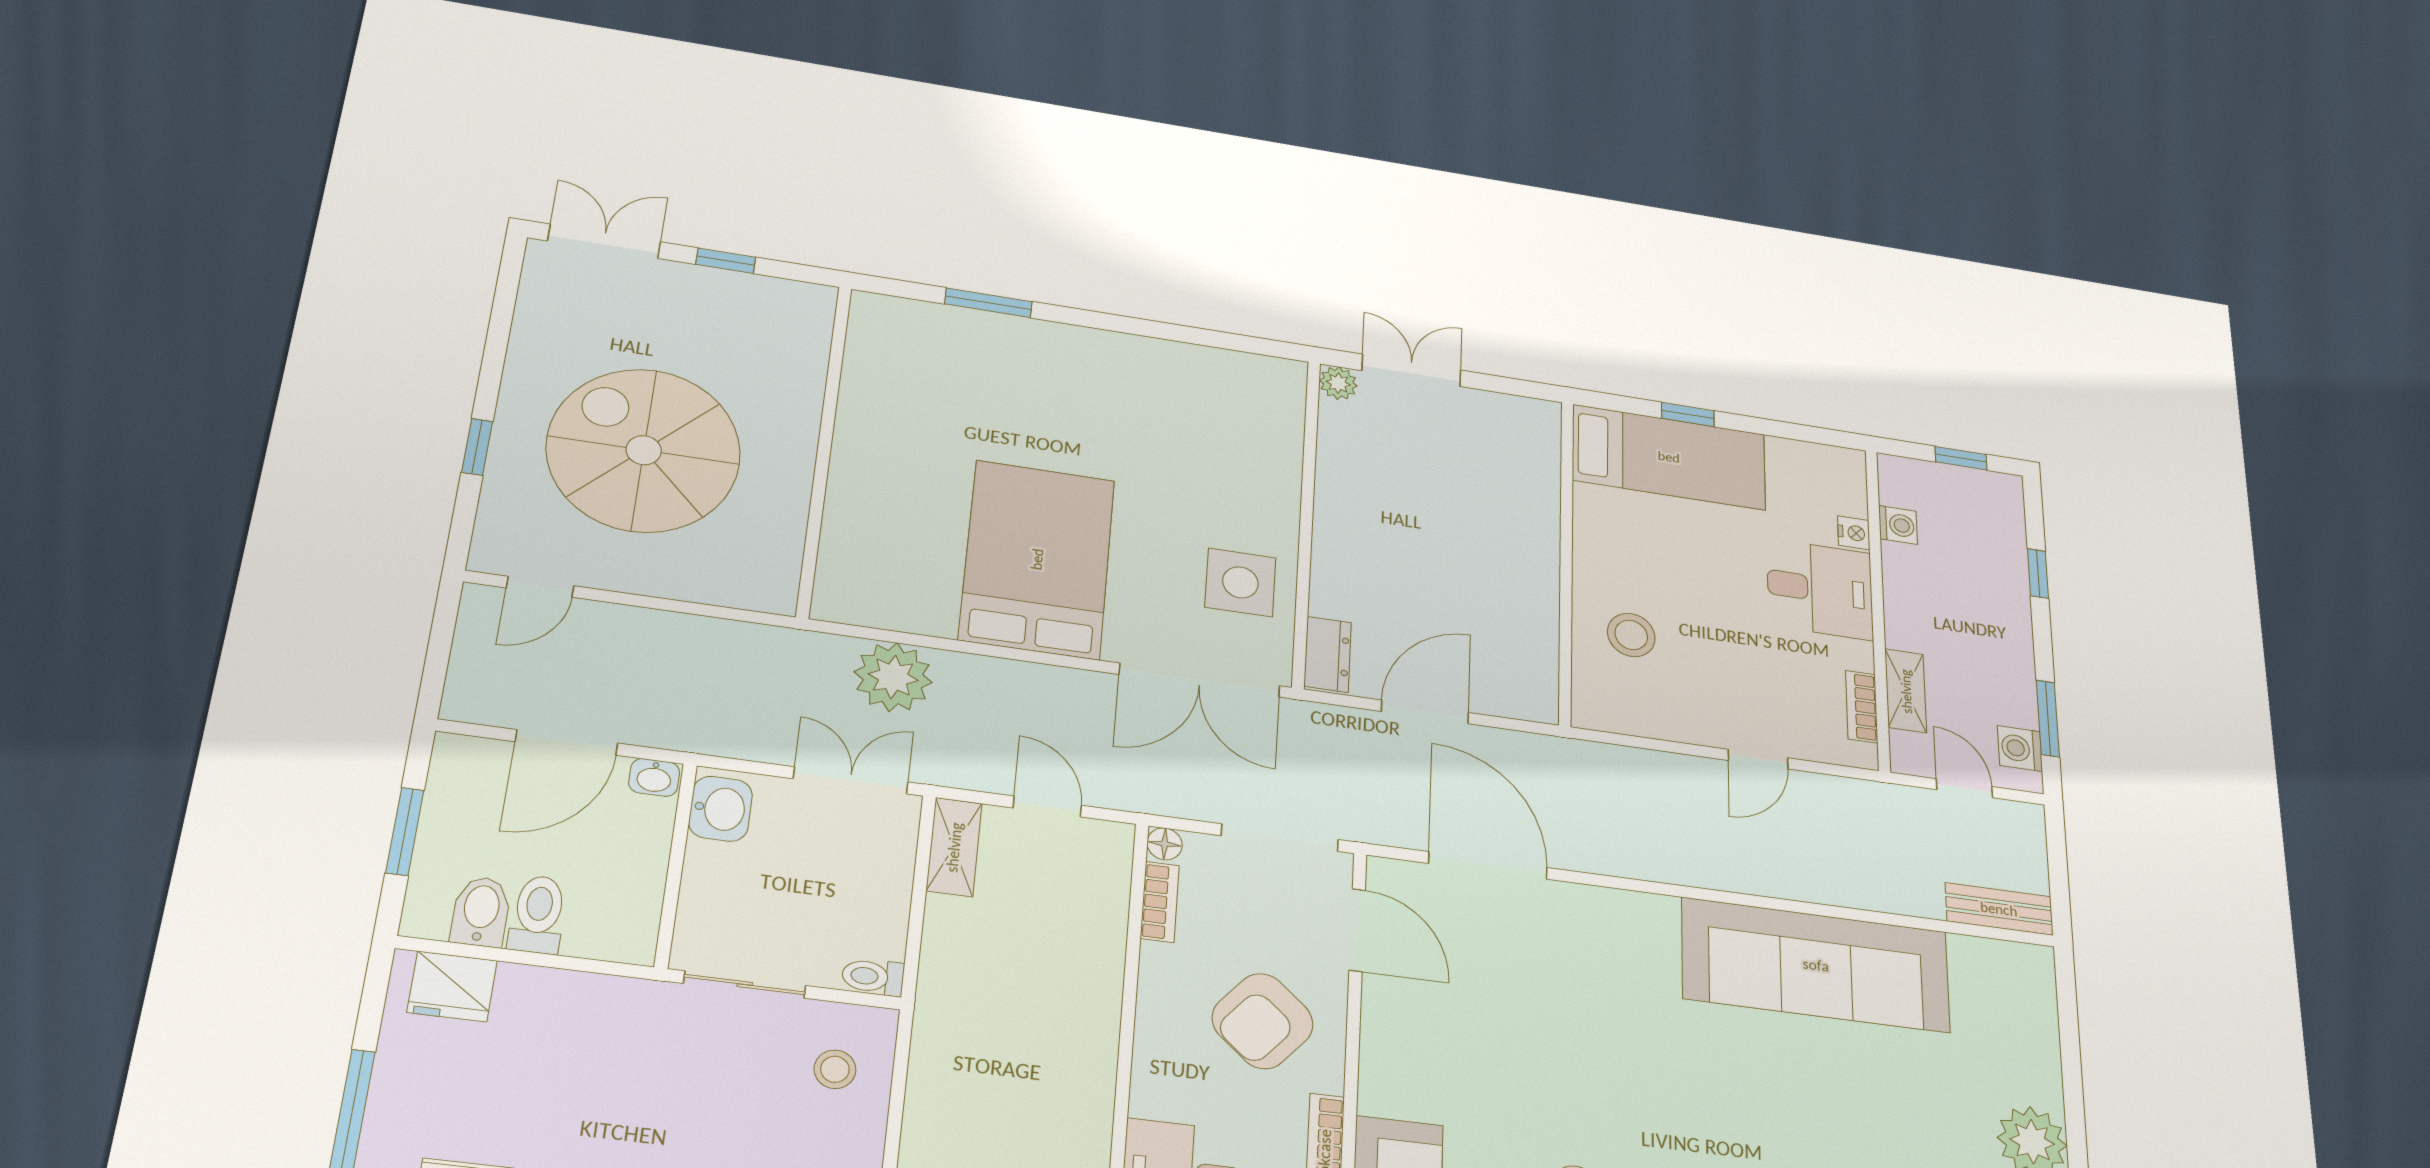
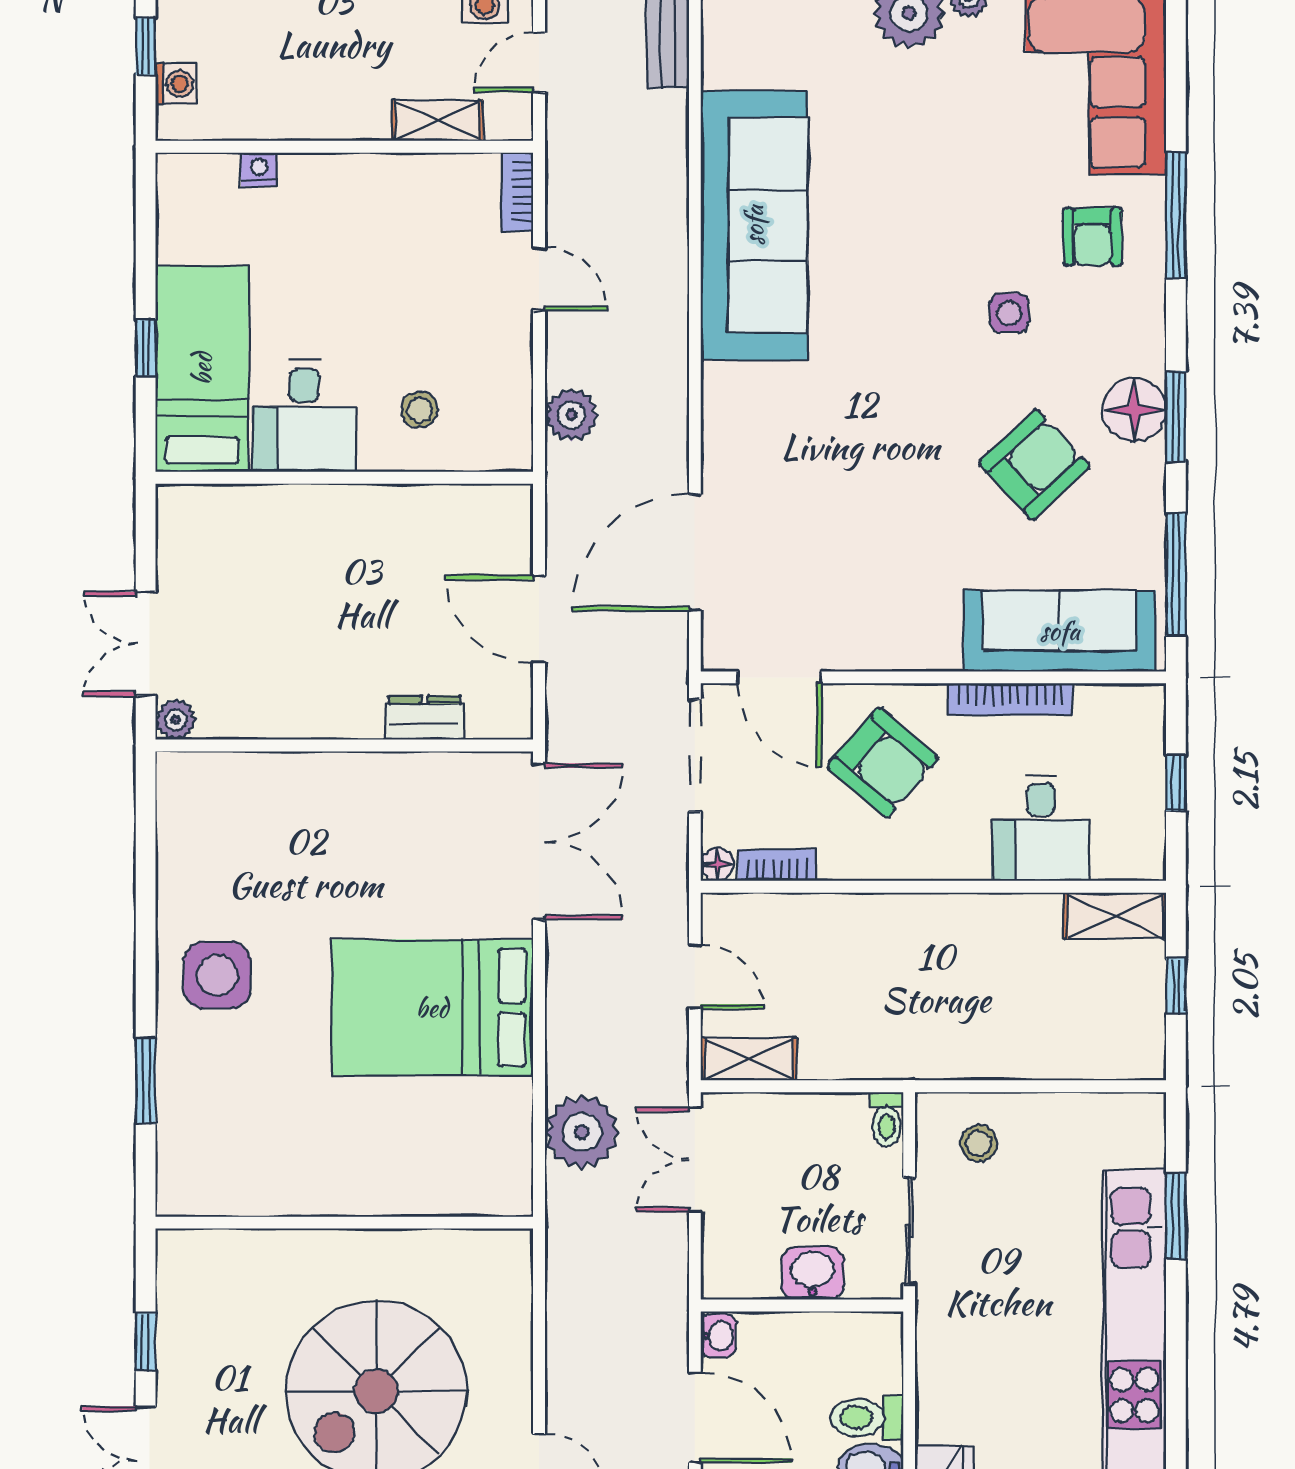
washing machine: (1898, 525) -> (176, 84), moved, turned 90
side table: (1240, 582) -> (217, 975), moved
desk: (1820, 589) -> (304, 416), moved, turned 180
stool: (1631, 635) -> (419, 410), width x0.73, depth x0.73
dresser: (1328, 654) -> (424, 718), moved
bookcase: (1862, 707) -> (518, 192), moved, turned 90
plant: (1626, 770) -> (571, 415), added
door: (1047, 807) -> (695, 977), swing flipped
washbasin: (721, 809) -> (813, 1273), moved
door: (1357, 930) -> (780, 677), swing flipped

